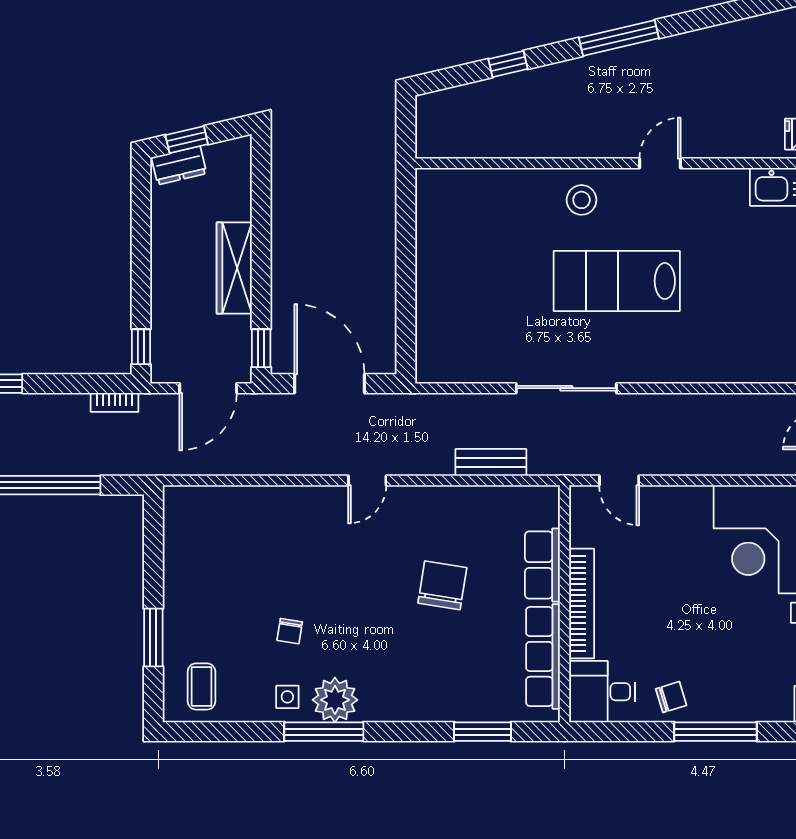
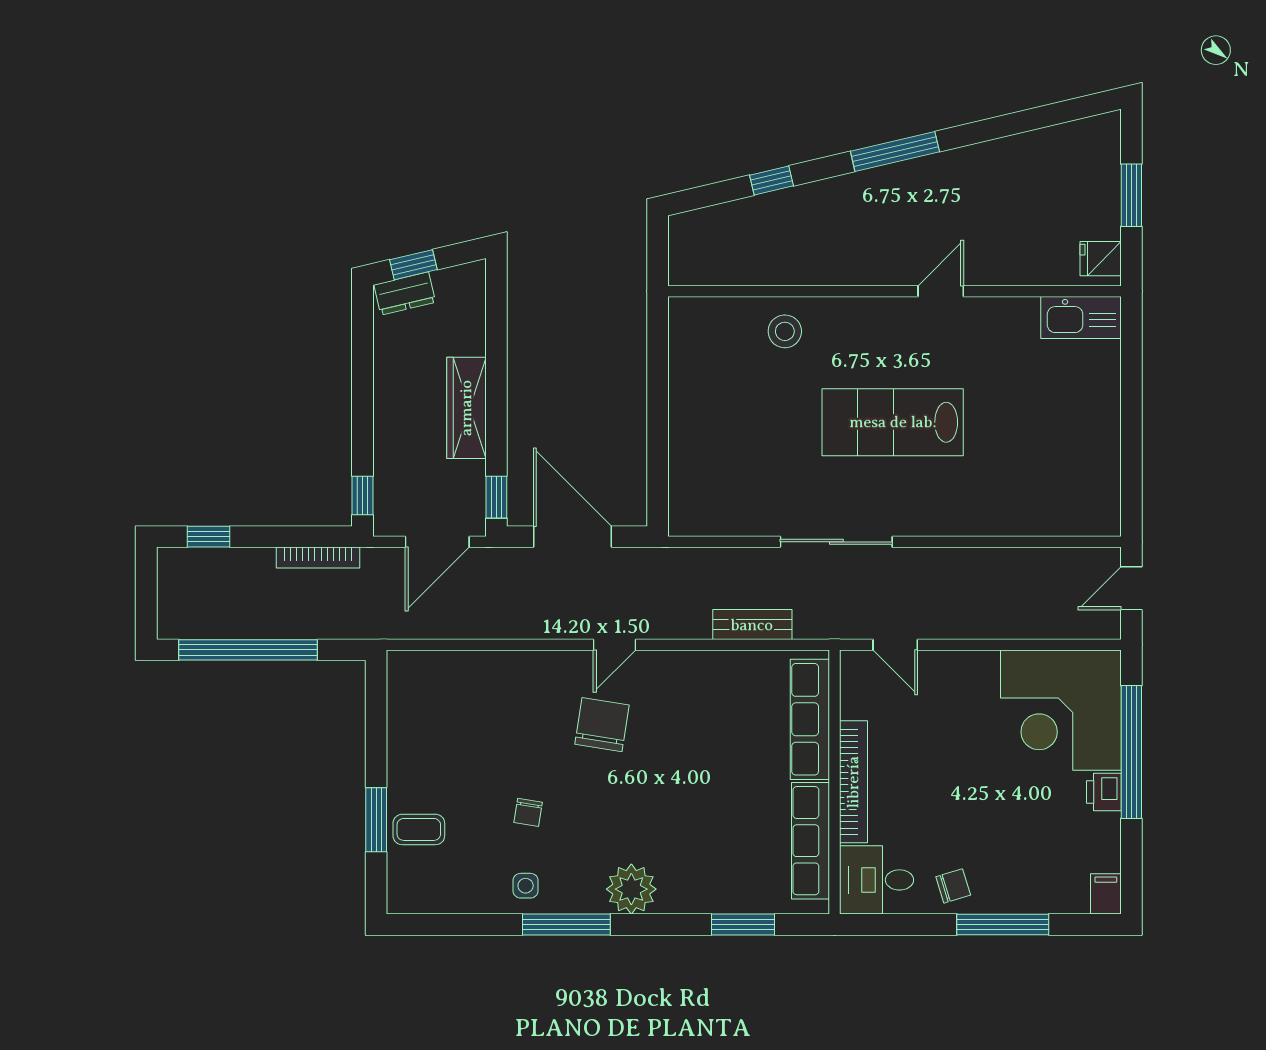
stool: (582, 200) -> (785, 331), moved
bookcase: (115, 402) -> (318, 558), width x1.56
row of seats: (542, 565) -> (810, 719), width x1.48
chair: (442, 585) -> (602, 725), moved
coffee table: (202, 686) -> (419, 829), moved, turned 90
plant: (335, 700) -> (631, 889), moved

